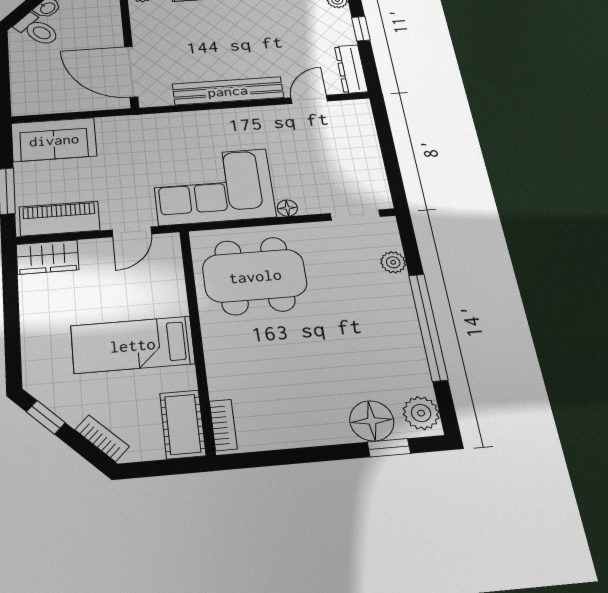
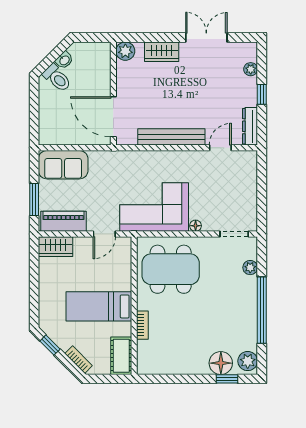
bookcase: (223, 425) -> (142, 325), moved

